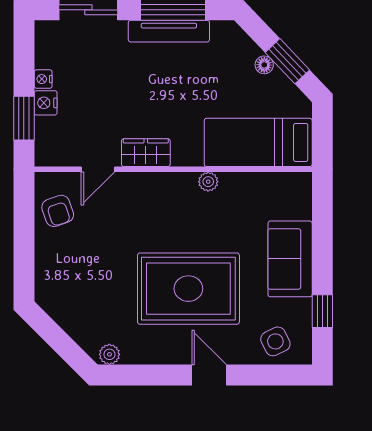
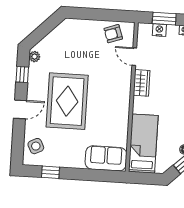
nightstand: (46, 103) -> (159, 30), moved
plant: (208, 182) -> (124, 115), removed
sofa: (290, 259) -> (106, 158), moved
window: (144, 375) -> (22, 74), added

